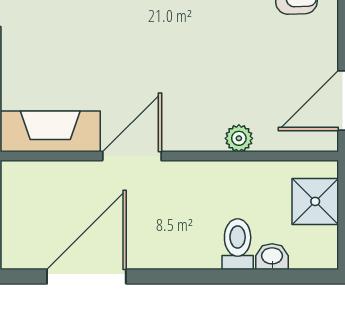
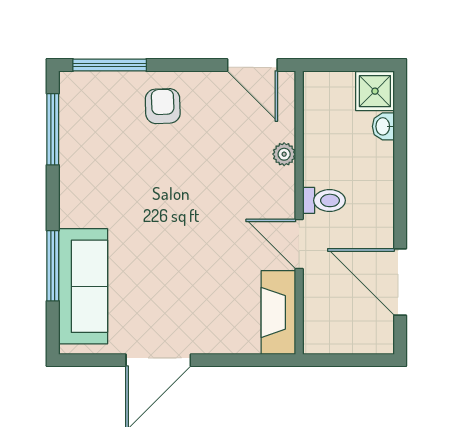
shower: (315, 201) -> (375, 91), moved
toilet: (238, 244) -> (324, 200), moved, turned 180

